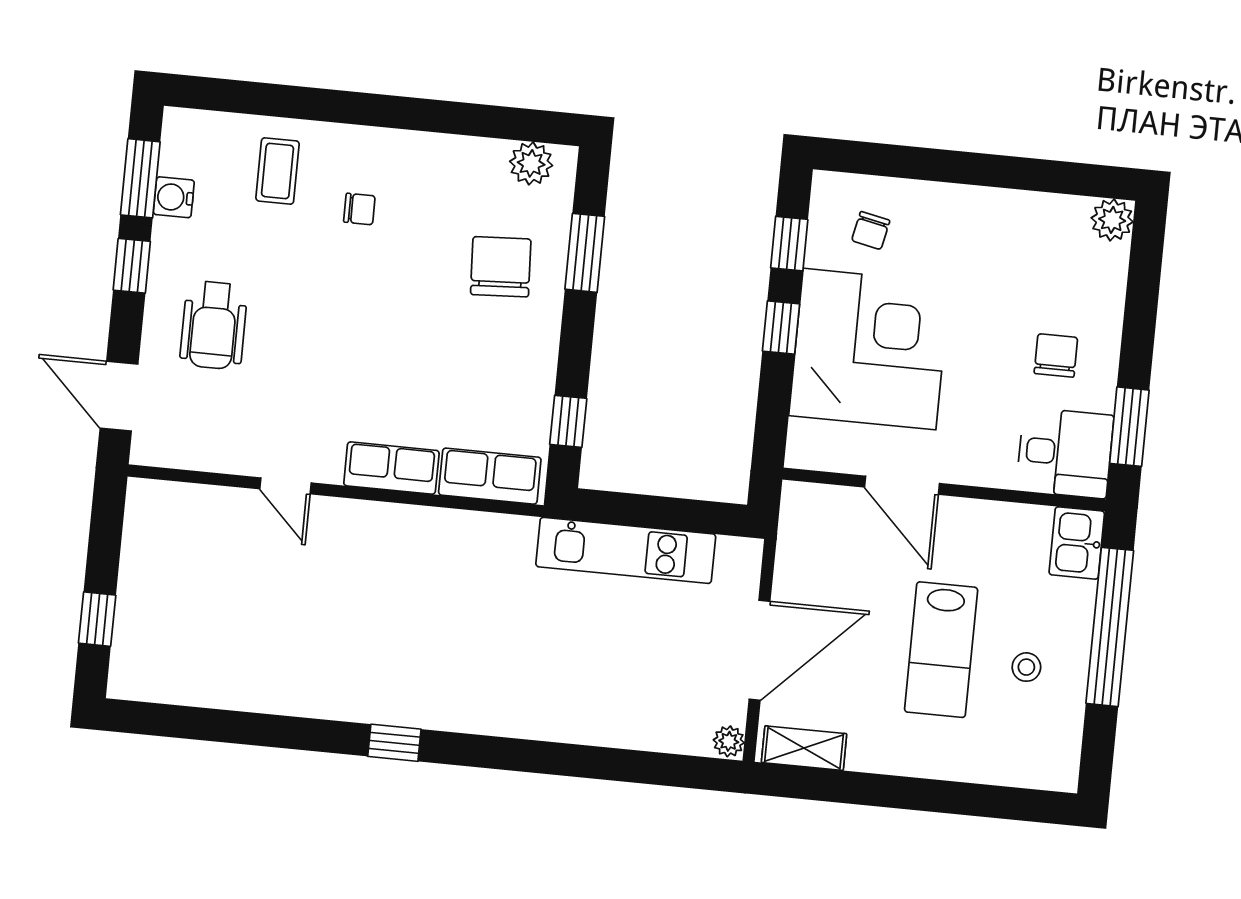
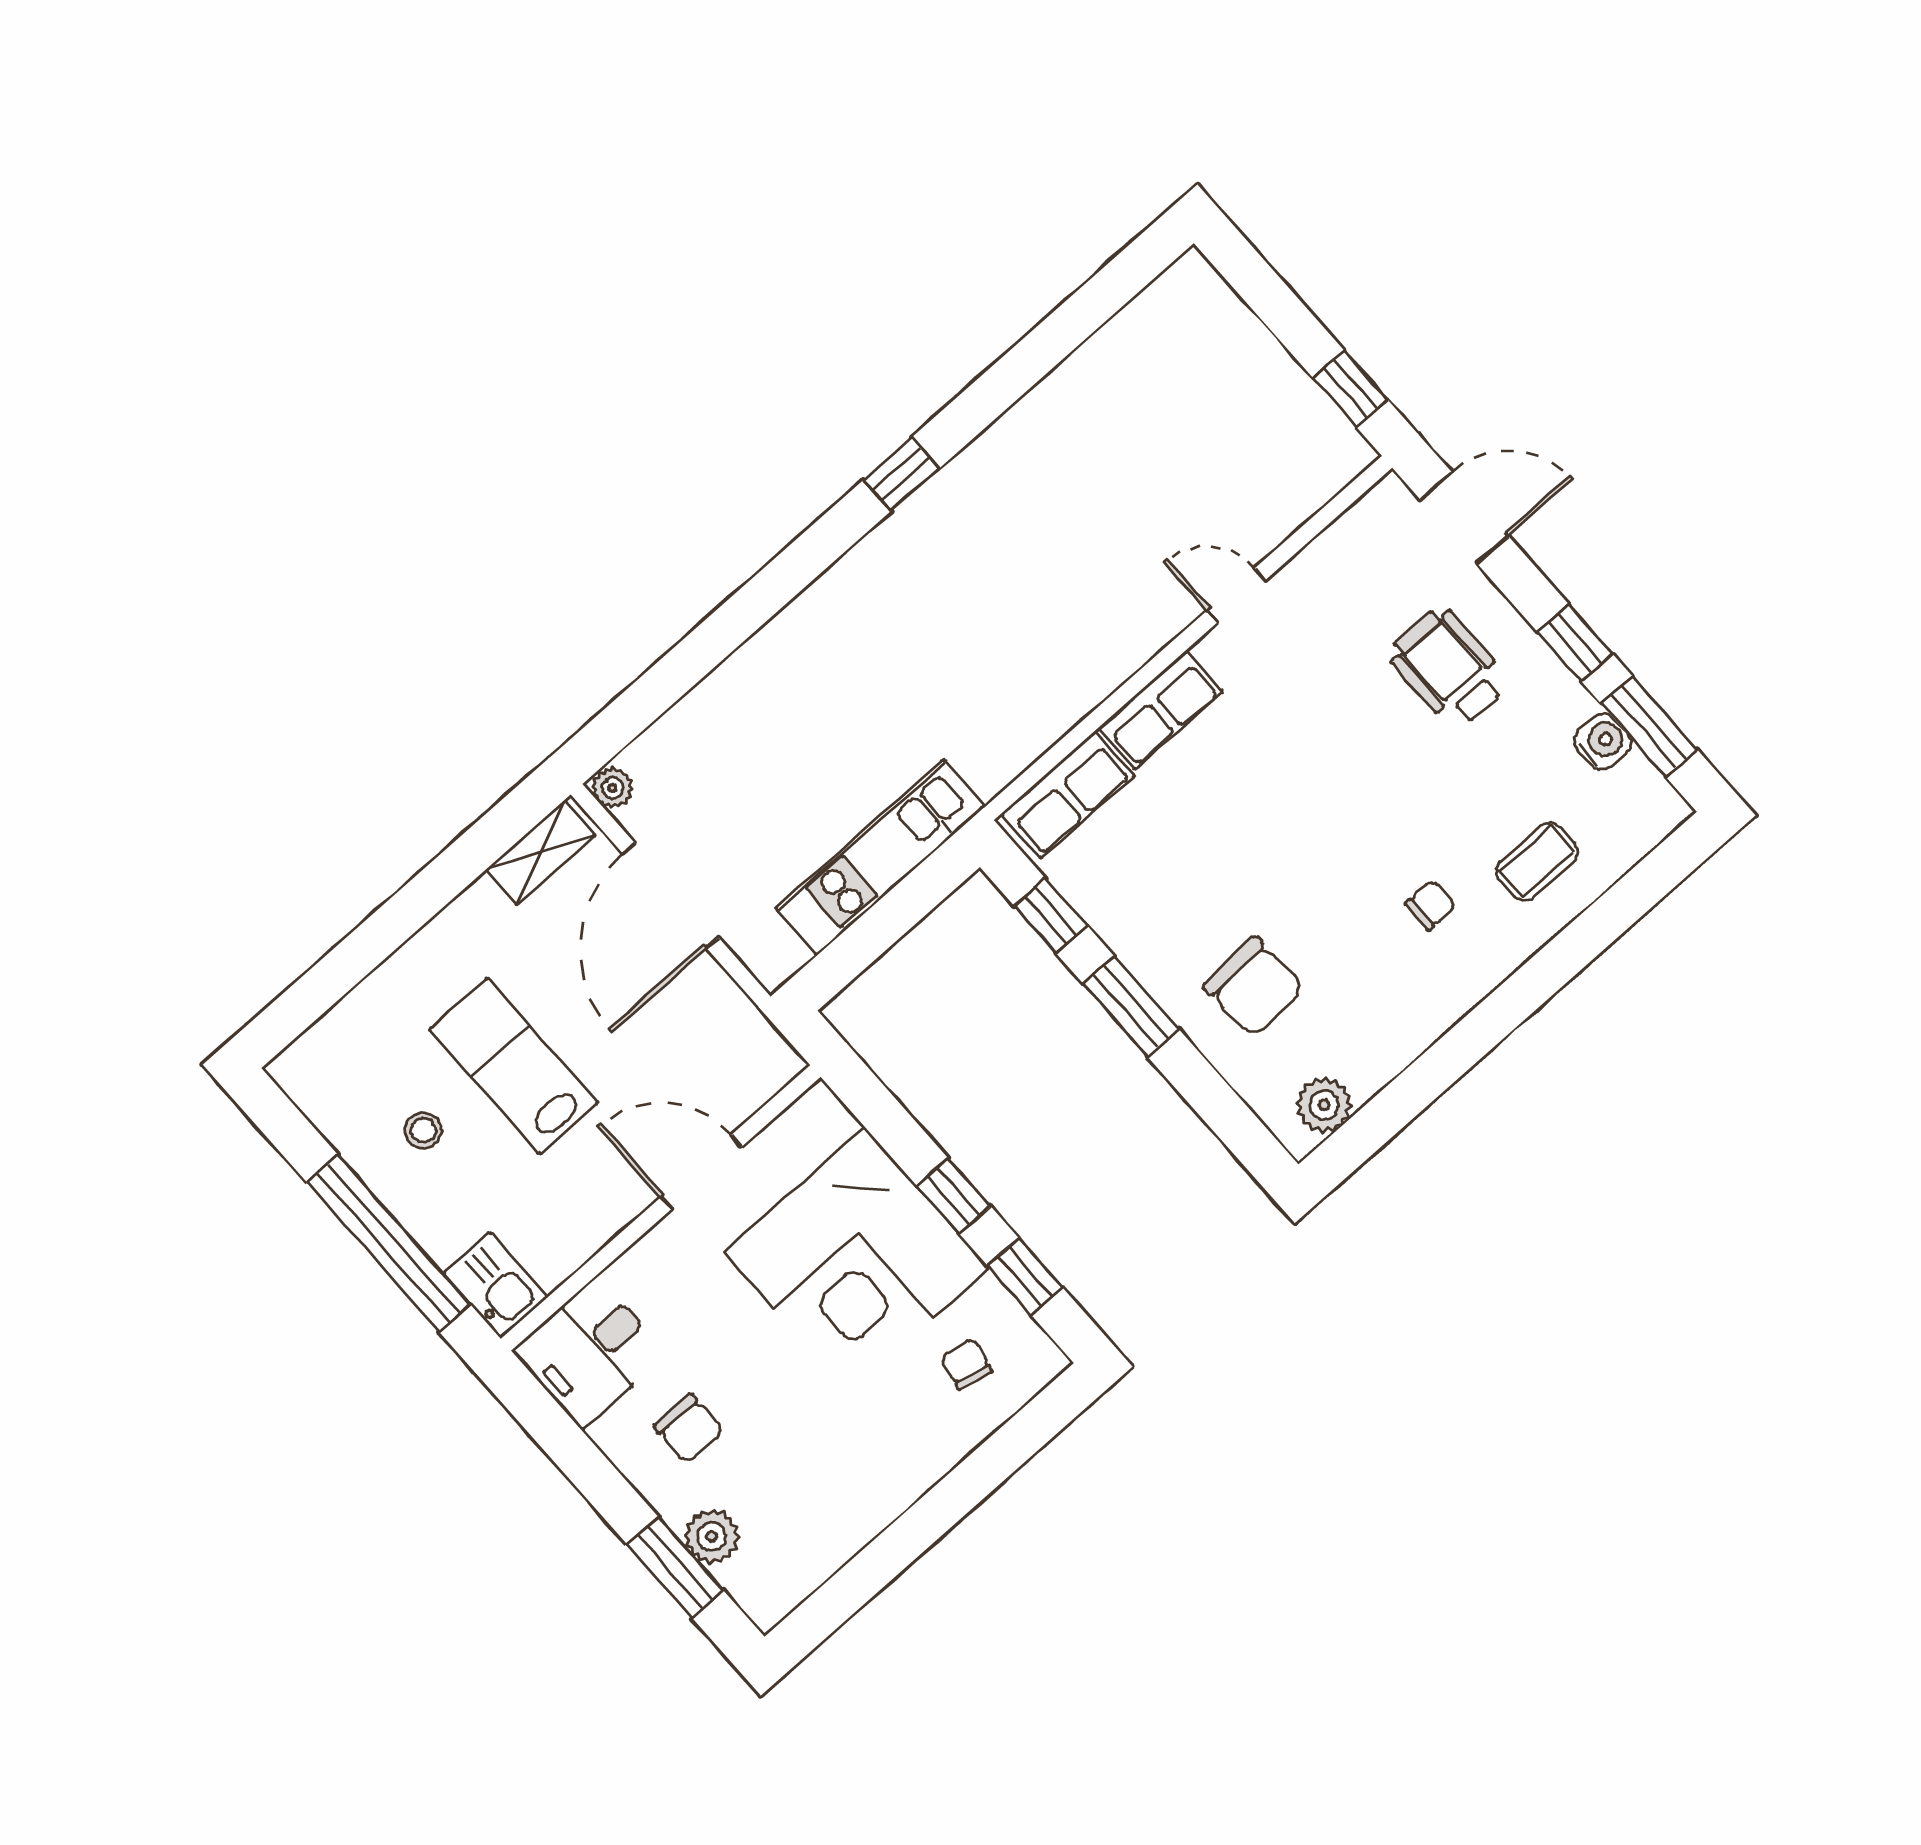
coffee table: (278, 171) -> (1537, 861), turned 90
chair: (359, 209) -> (1431, 905), turned 180
plant: (1112, 220) -> (712, 1536), moved
window: (585, 253) -> (1131, 1006), moved
window: (1129, 427) -> (675, 1567), moved
window: (97, 619) -> (1350, 389), moved

